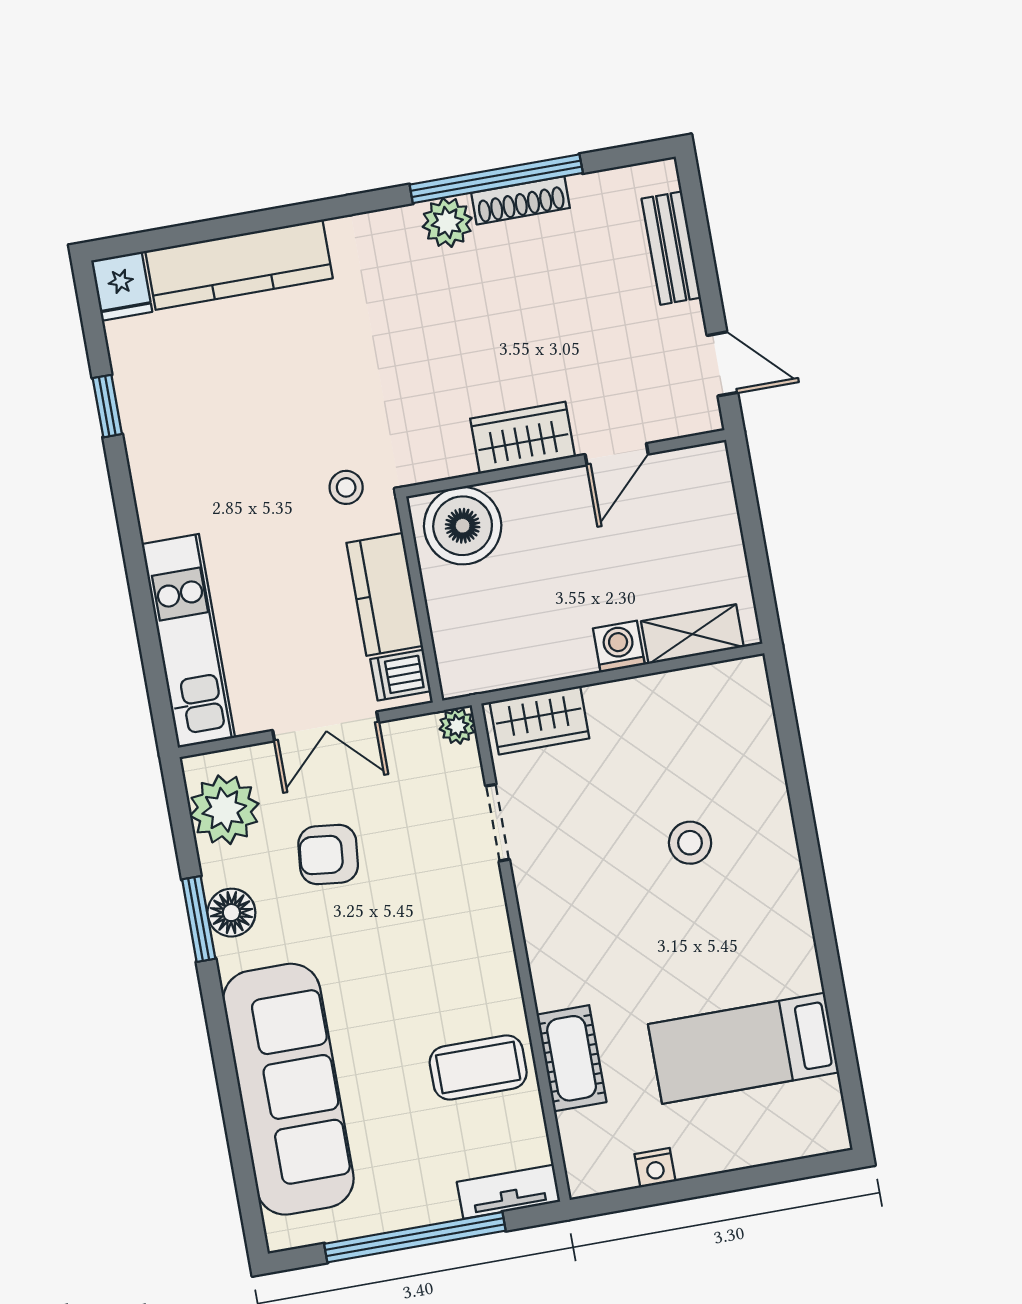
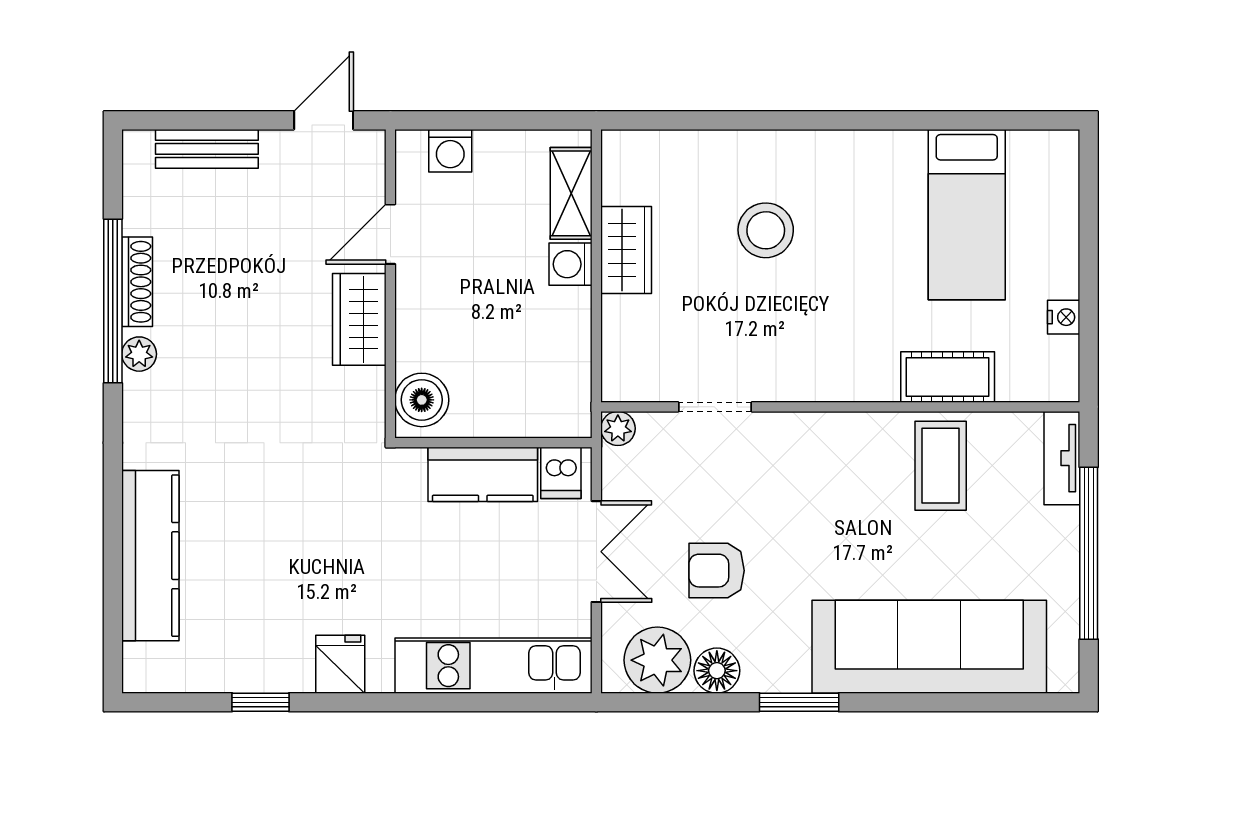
plant: (447, 222) -> (139, 354), width x0.73, depth x0.73
fridge: (122, 286) -> (340, 664), moved, turned -90
door: (617, 454) -> (390, 234), swing flipped
stool: (346, 487) -> (376, 493), removed
washing machine: (714, 501) -> (450, 151), added
boiler: (463, 526) -> (422, 400), width x0.73, depth x0.73
wardrobe: (539, 720) -> (626, 250), moved
stool: (690, 843) -> (766, 230), width x1.38, depth x1.38
armchair: (328, 855) -> (717, 571), turned 84
floor lamp: (231, 913) -> (717, 671), moved
window: (199, 919) -> (799, 702), moved

